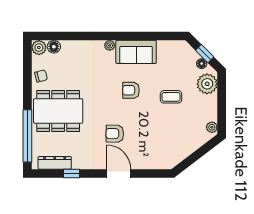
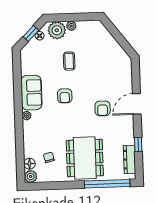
chair: (41, 76) -> (49, 157), moved
plant: (212, 127) -> (71, 26), moved

